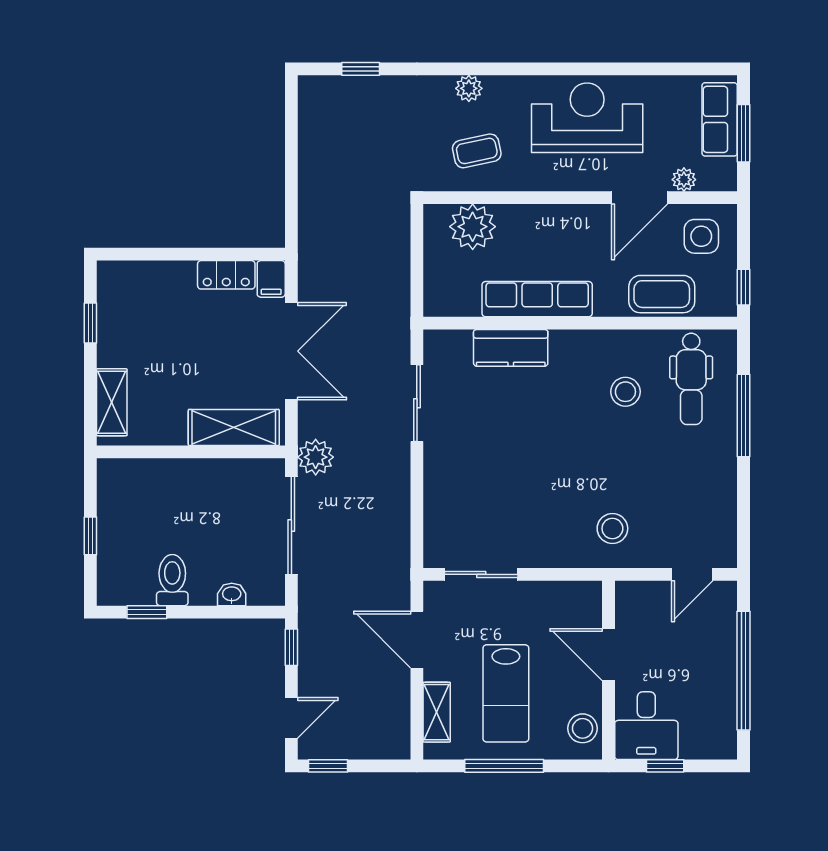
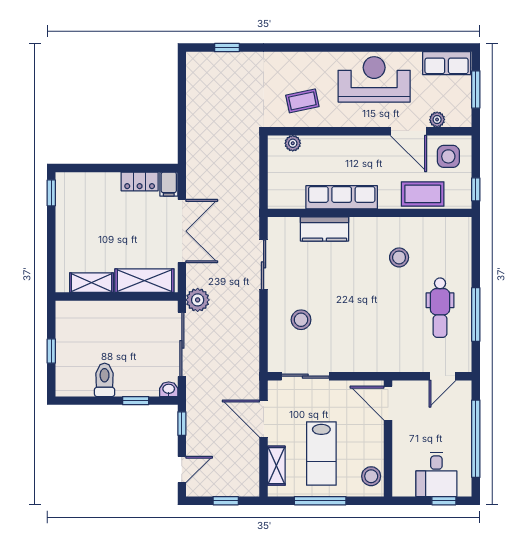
plant: (469, 88) -> (297, 60), removed
row of seats: (720, 119) -> (447, 63), moved, turned -90
door: (640, 198) -> (408, 131), hinge flipped
plant: (473, 227) -> (293, 143), width x0.53, depth x0.53
window: (90, 323) -> (51, 193), moved
dental chair: (691, 379) -> (440, 308), moved
shelving: (112, 402) -> (91, 283), moved, turned 90
window: (744, 415) -> (476, 315), moved
stool: (612, 528) -> (301, 320), moved
washbasin: (232, 594) -> (169, 389), moved
window: (147, 612) -> (136, 401), moved
door: (608, 655) -> (388, 403), moved
desk: (646, 726) -> (436, 474), moved
window: (328, 766) -> (226, 501), moved
window: (665, 766) -> (444, 501), moved

